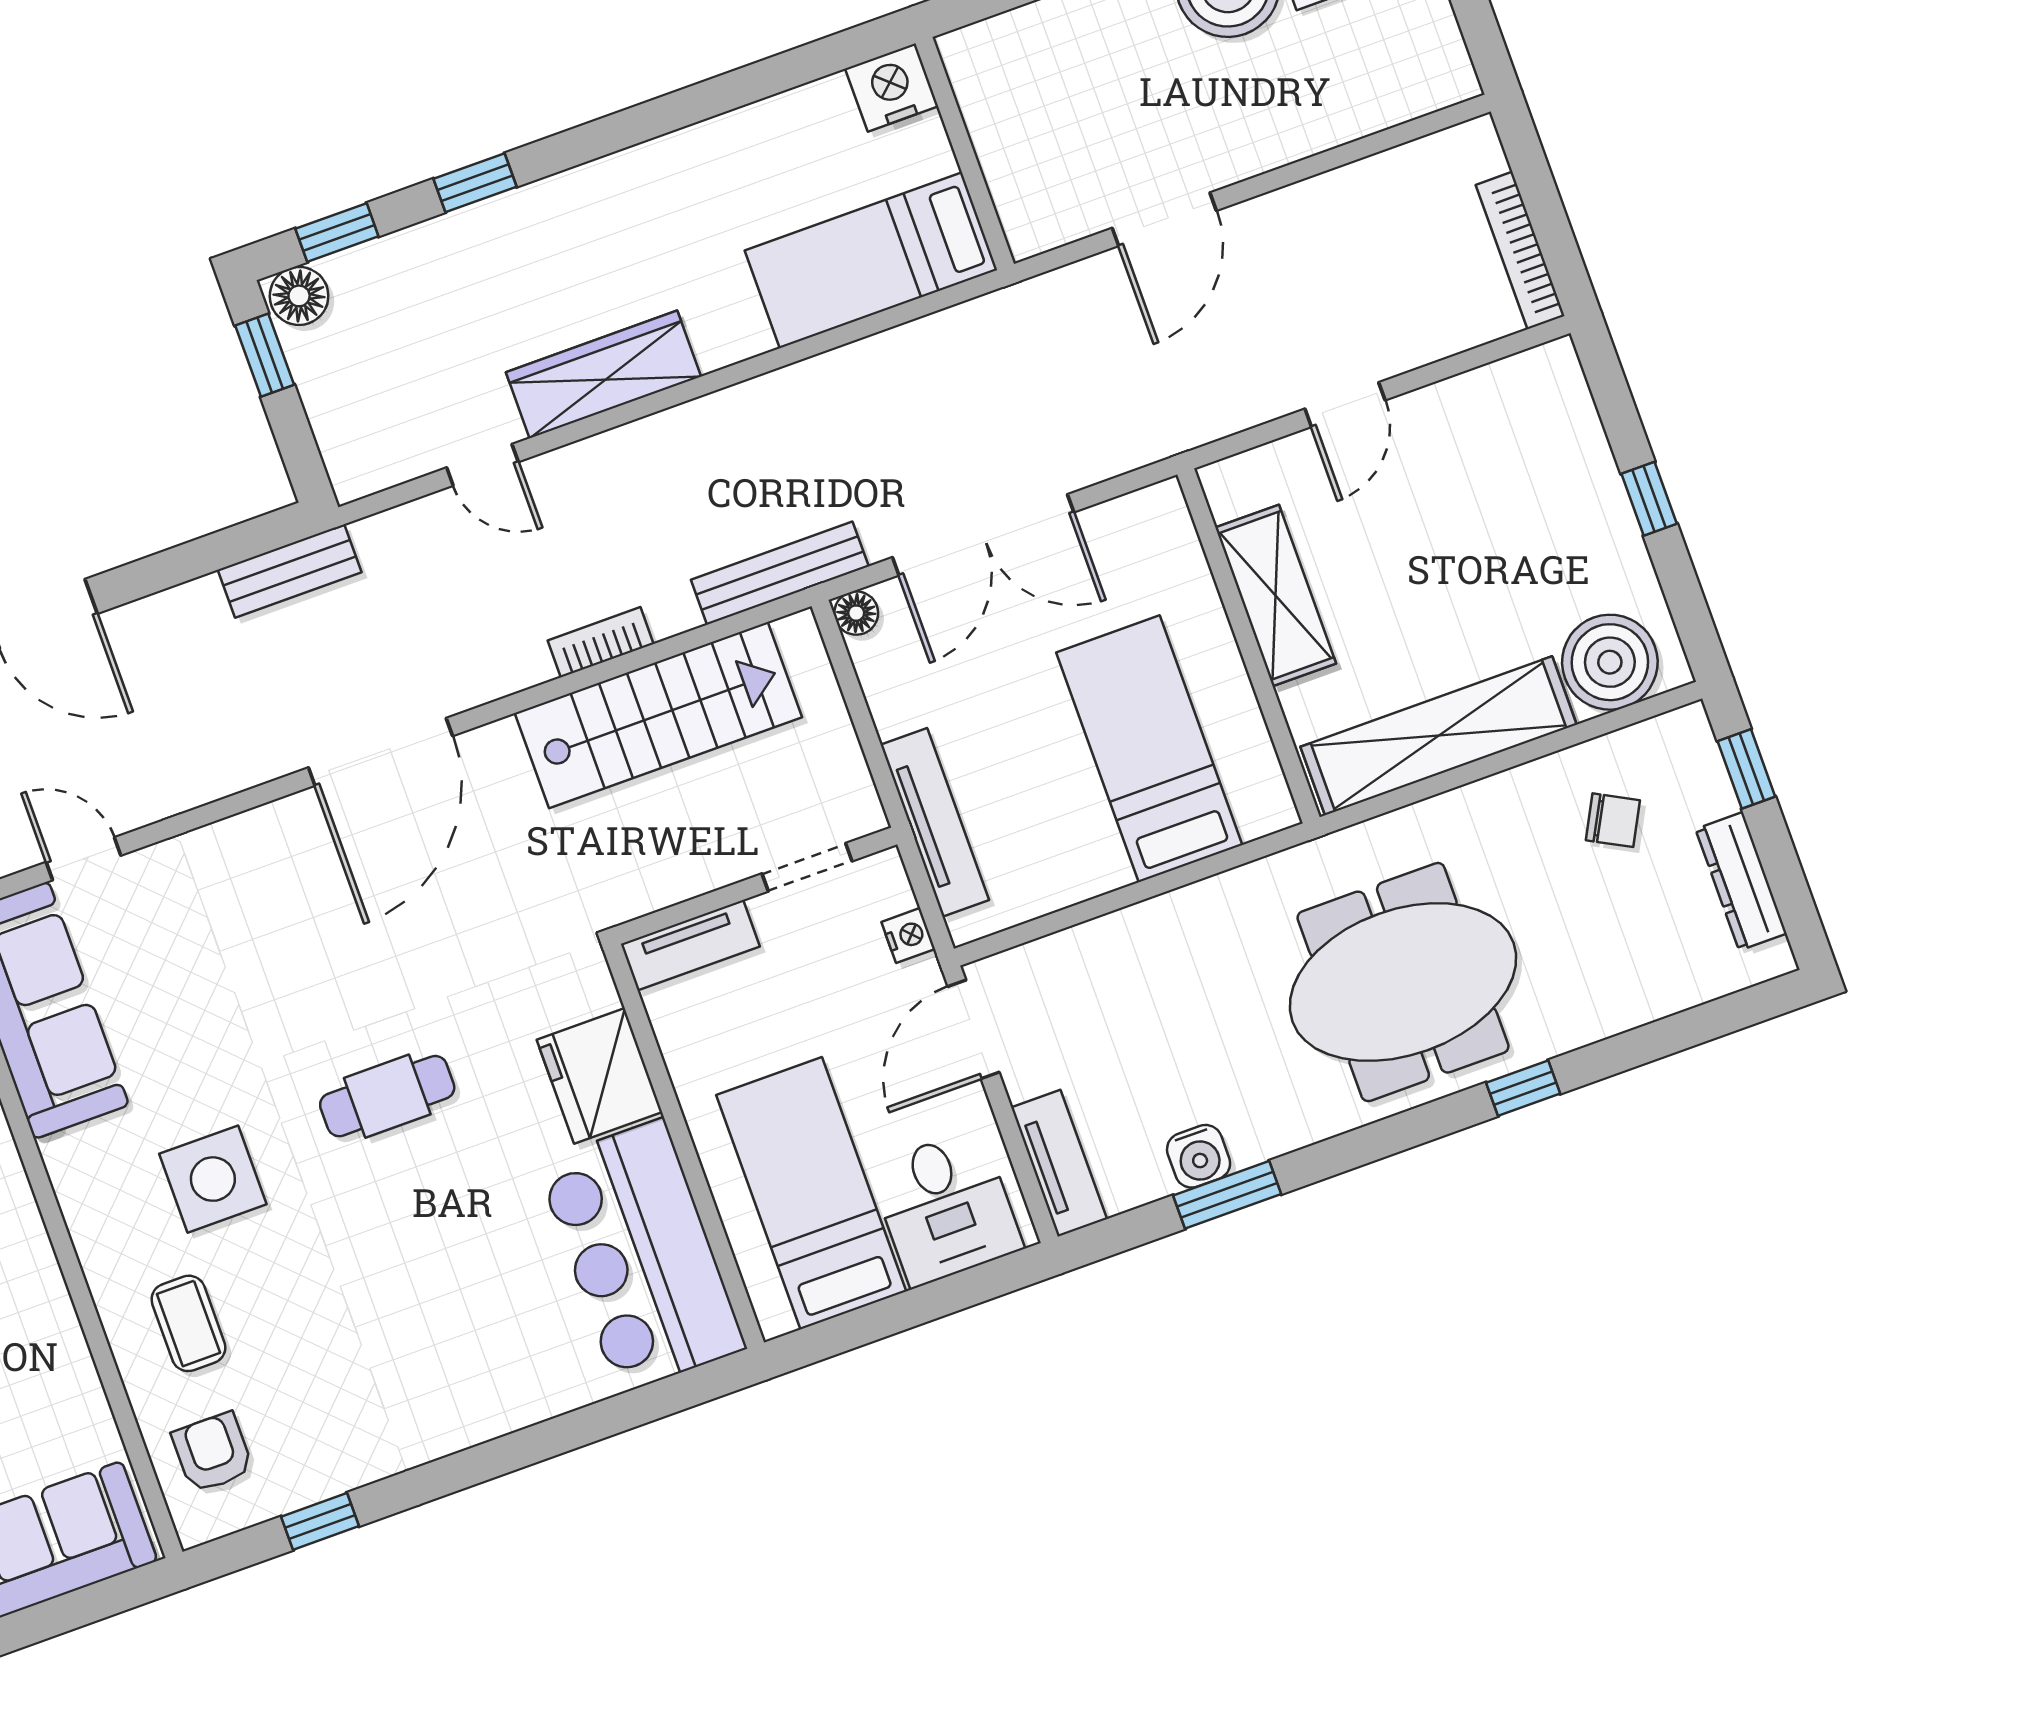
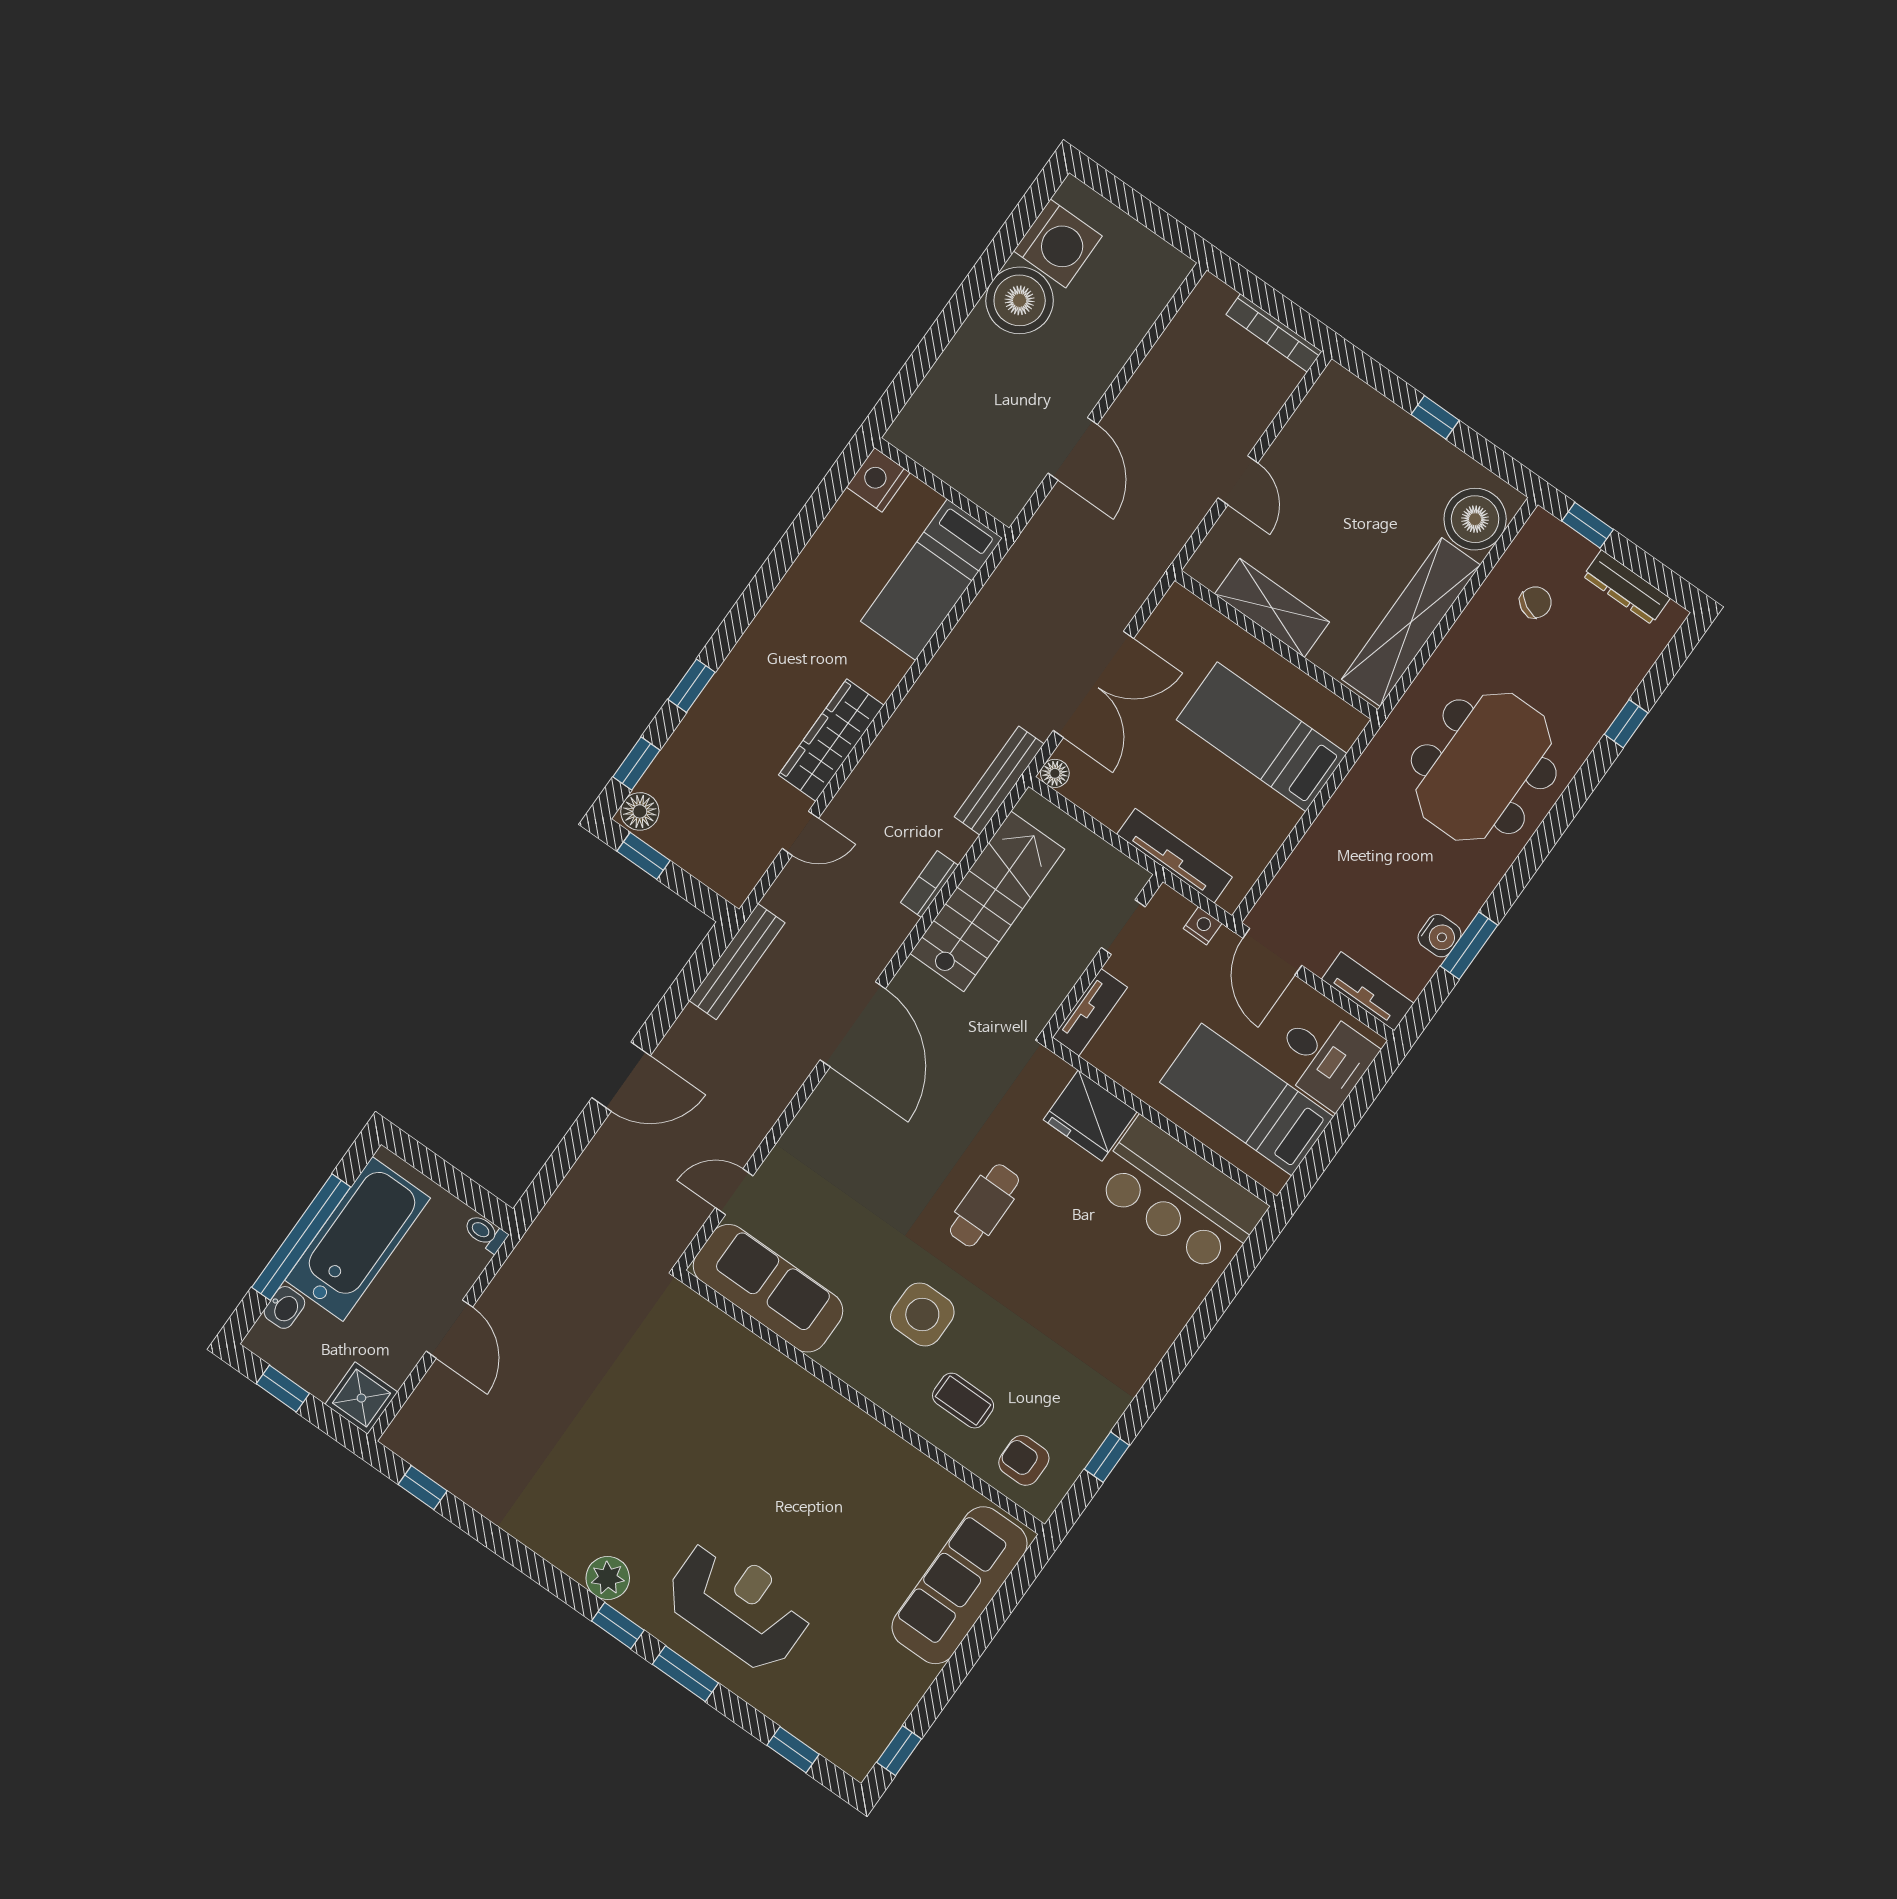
bench: (290, 571) -> (737, 962), width x1.36
window: (1523, 1088) -> (1626, 724), moved

